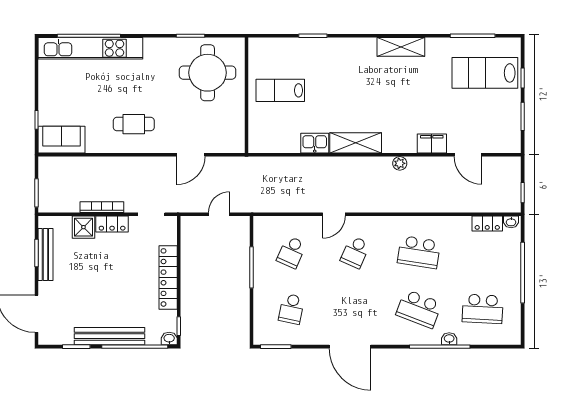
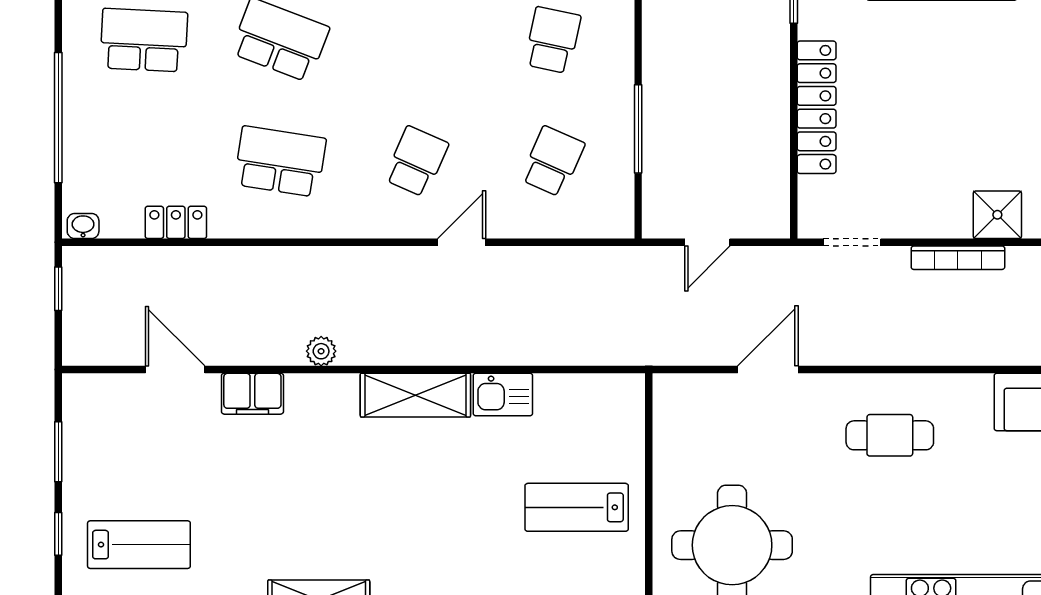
lab bench: (485, 73) -> (139, 545), width x0.73, depth x0.72
lab bench: (280, 90) -> (577, 507), turned 180
locker: (112, 224) -> (936, 221), removed
locker: (487, 224) -> (176, 222), moved

